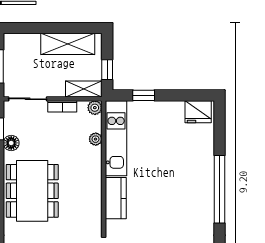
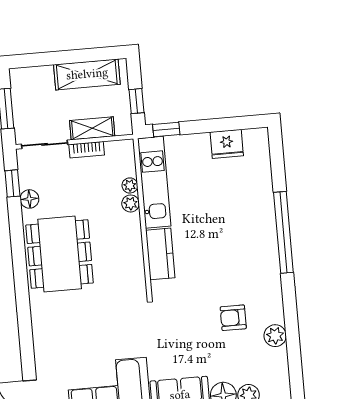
shelving: (84, 89) -> (92, 128), moved
window: (144, 95) -> (166, 130), moved
plant: (95, 108) -> (131, 203), moved
fridge: (198, 112) -> (227, 144), moved

